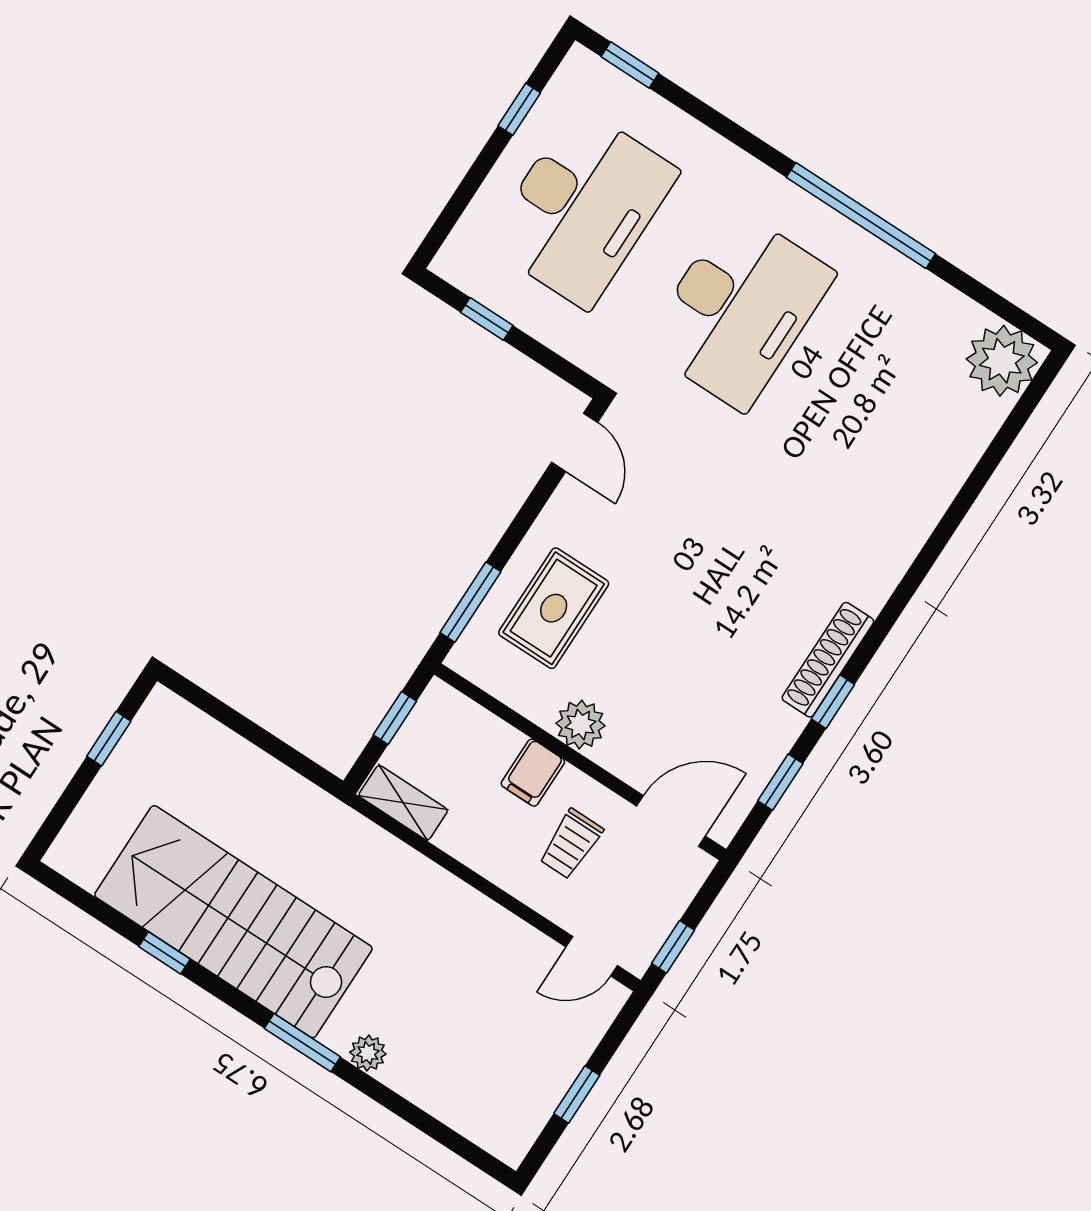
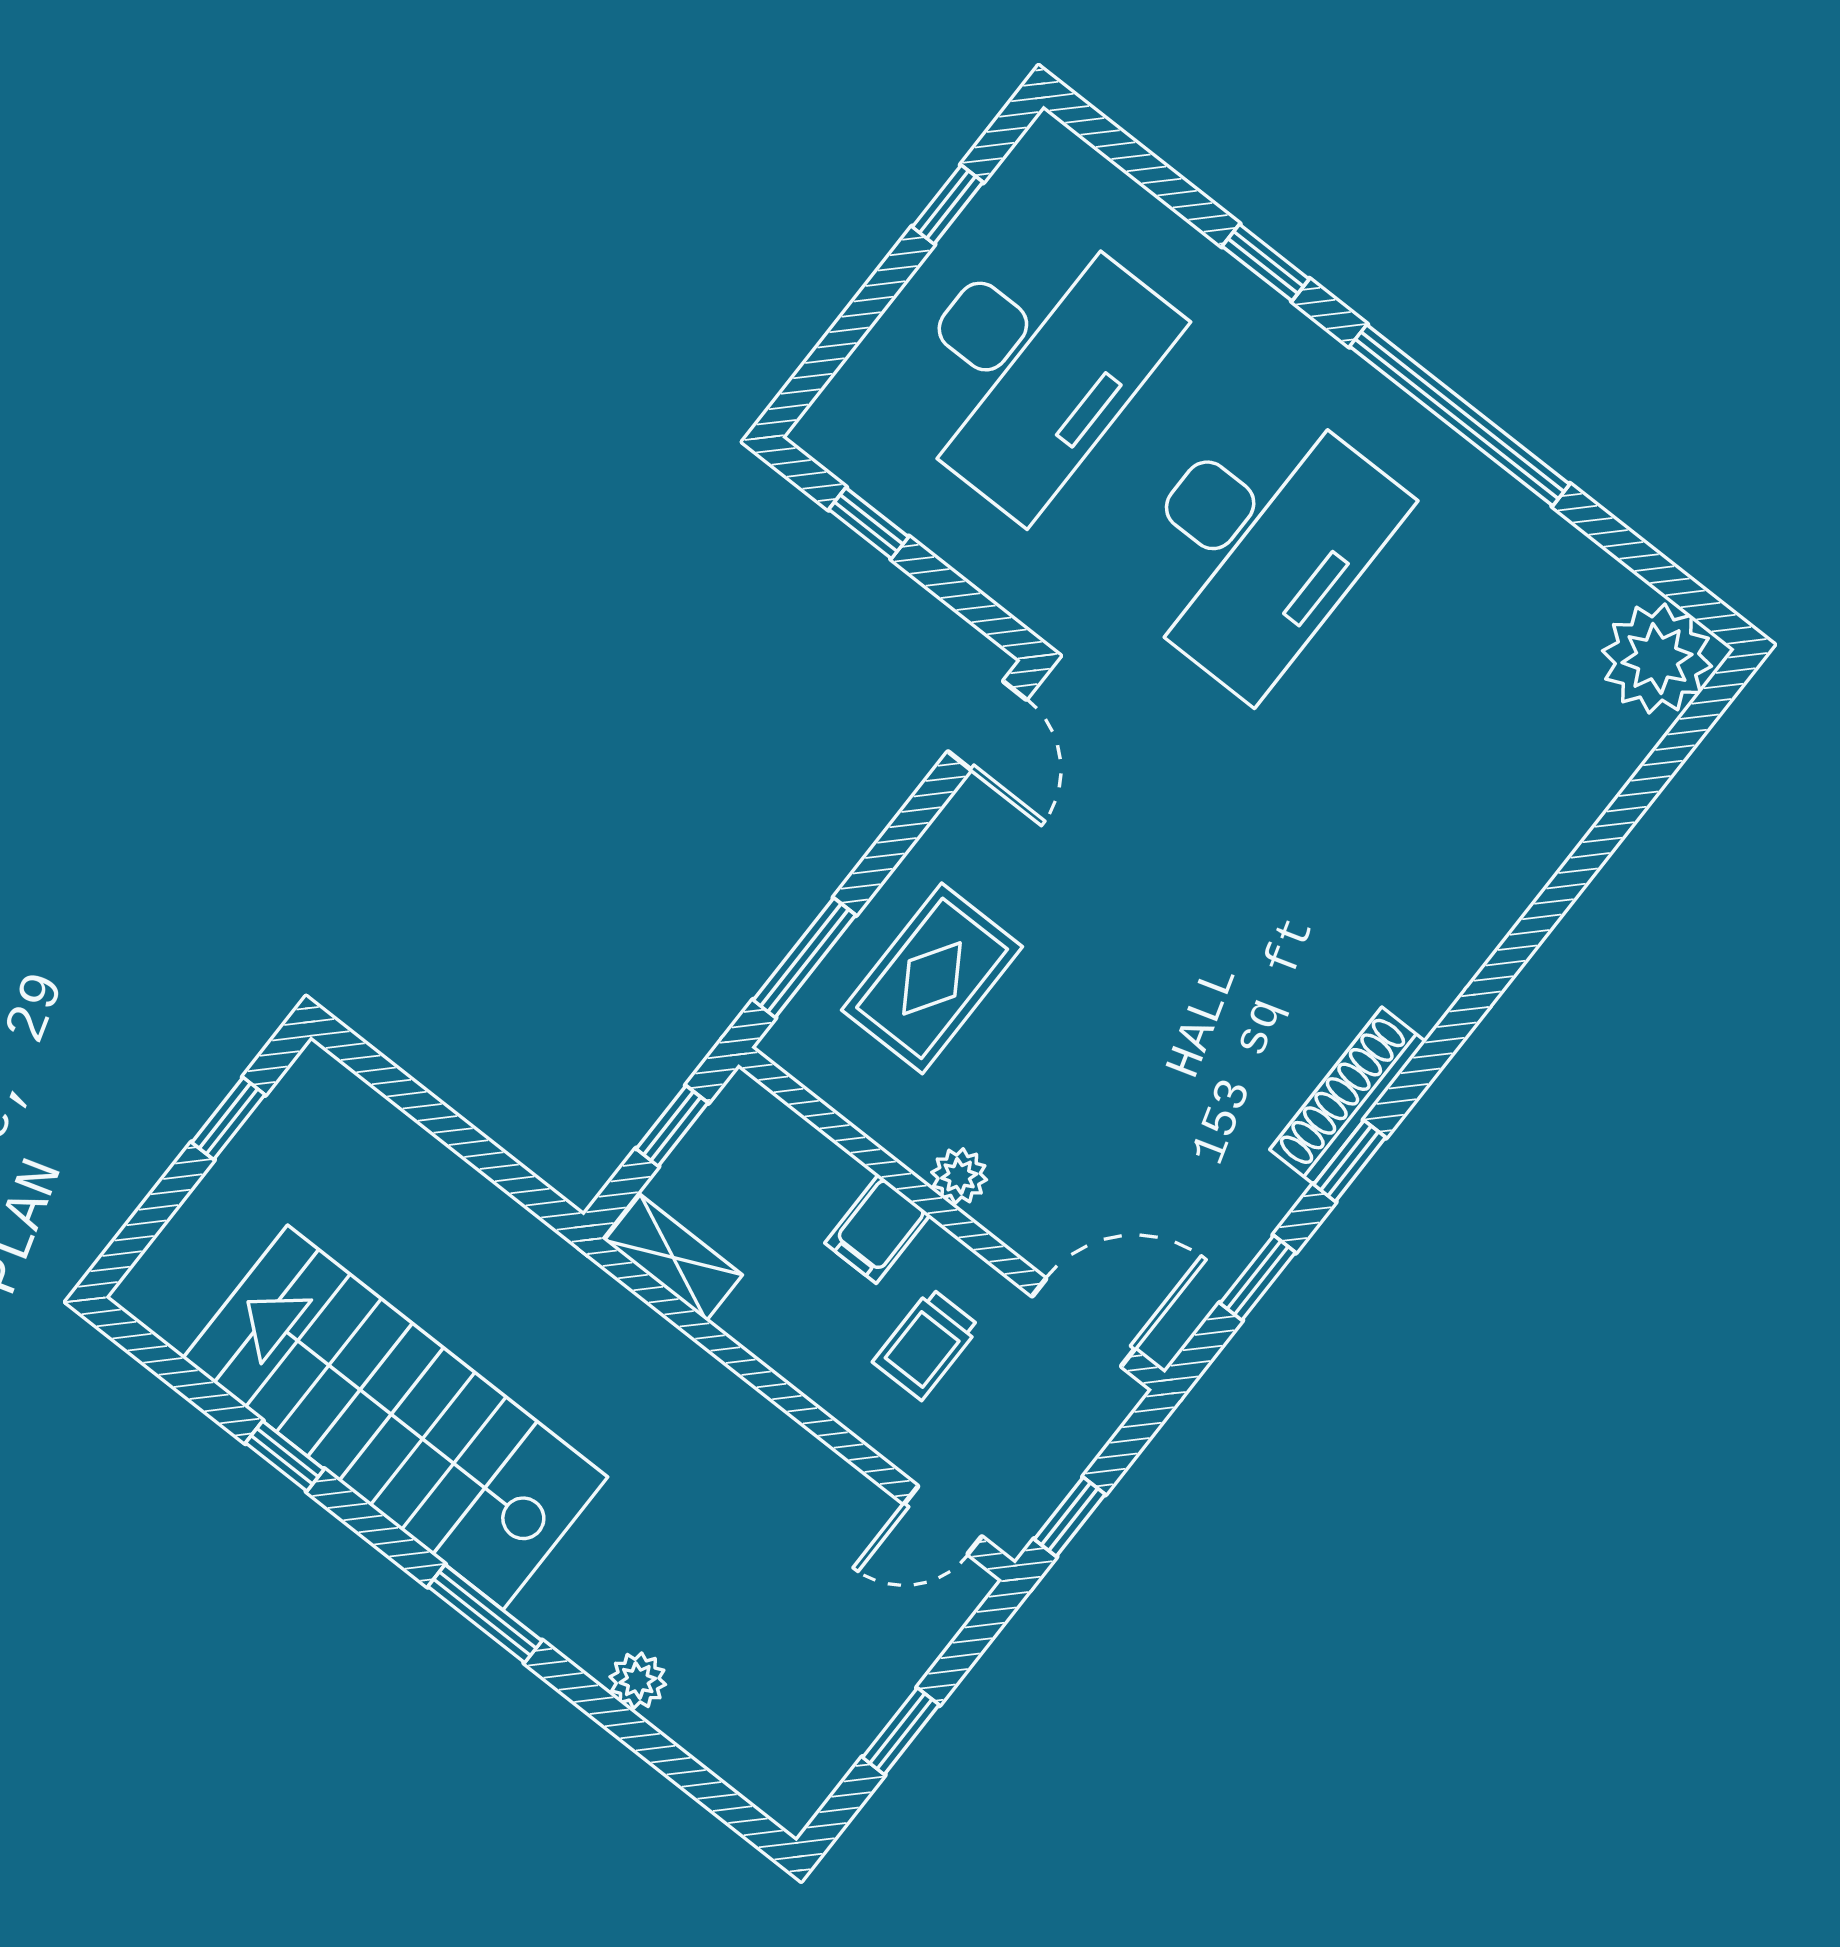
window: (630, 65) -> (1266, 263), moved
plant: (581, 724) -> (959, 1176), width x0.73, depth x0.73
plant: (368, 1053) -> (638, 1681), moved

